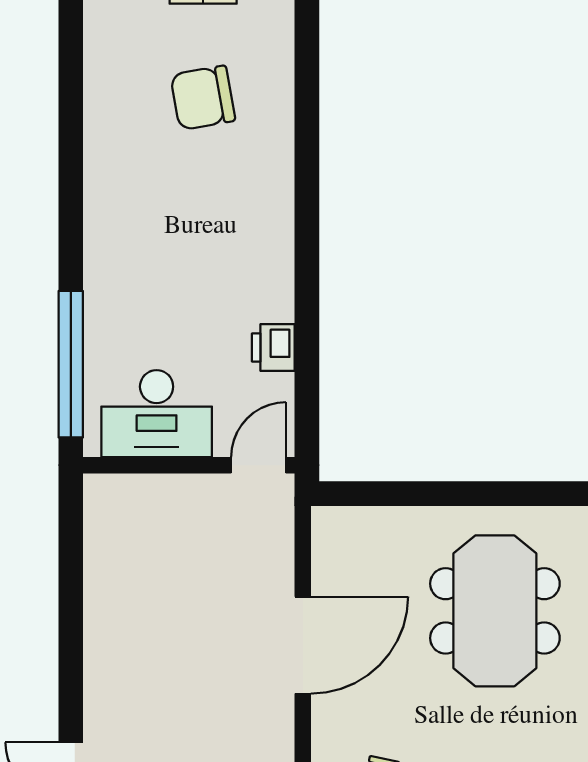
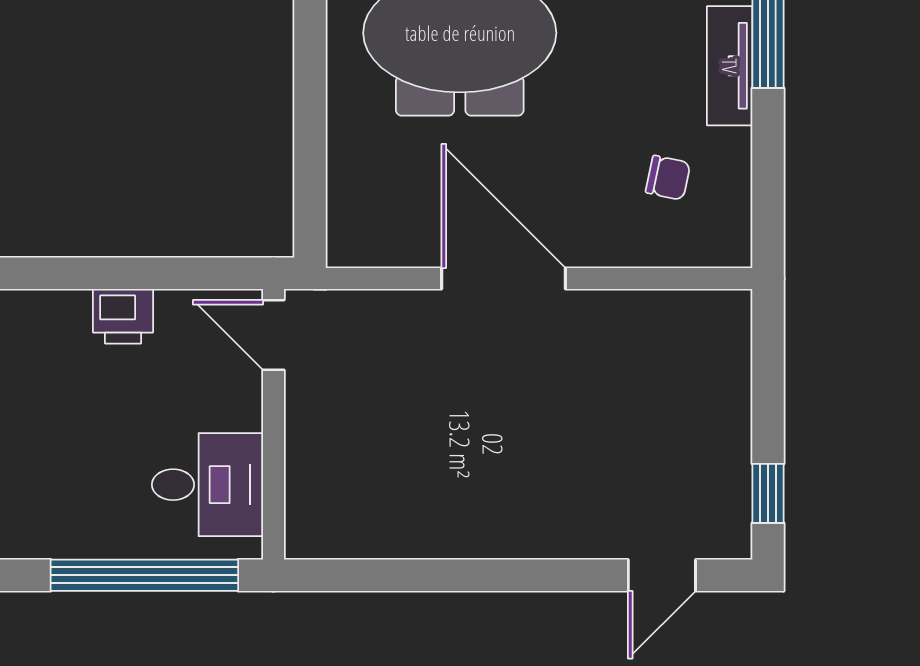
desk: (157, 414) -> (207, 485), width x0.73

